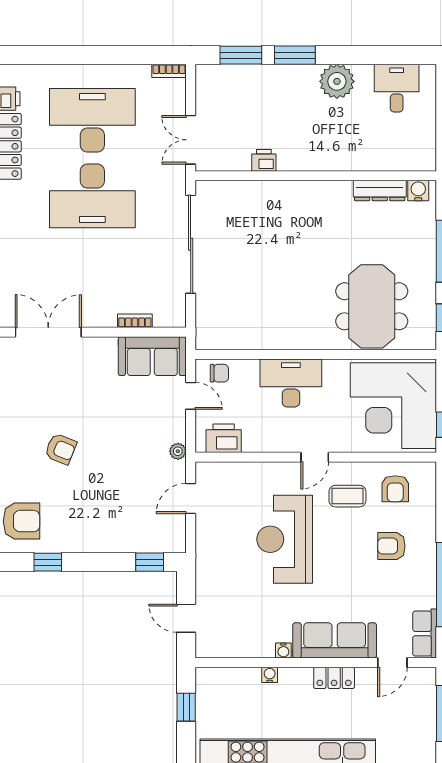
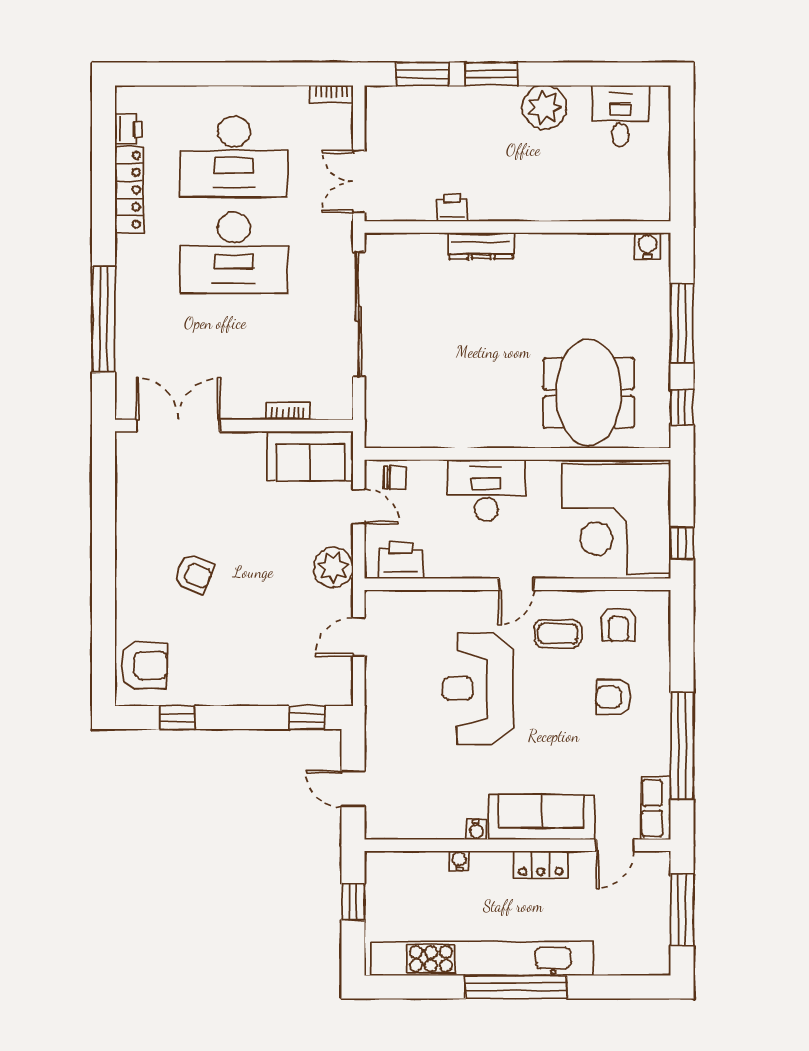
desk: (92, 120) -> (234, 157), turned 180
dresser: (380, 191) -> (481, 246), moved
plant: (178, 451) -> (333, 568), width x1.88, depth x1.88

